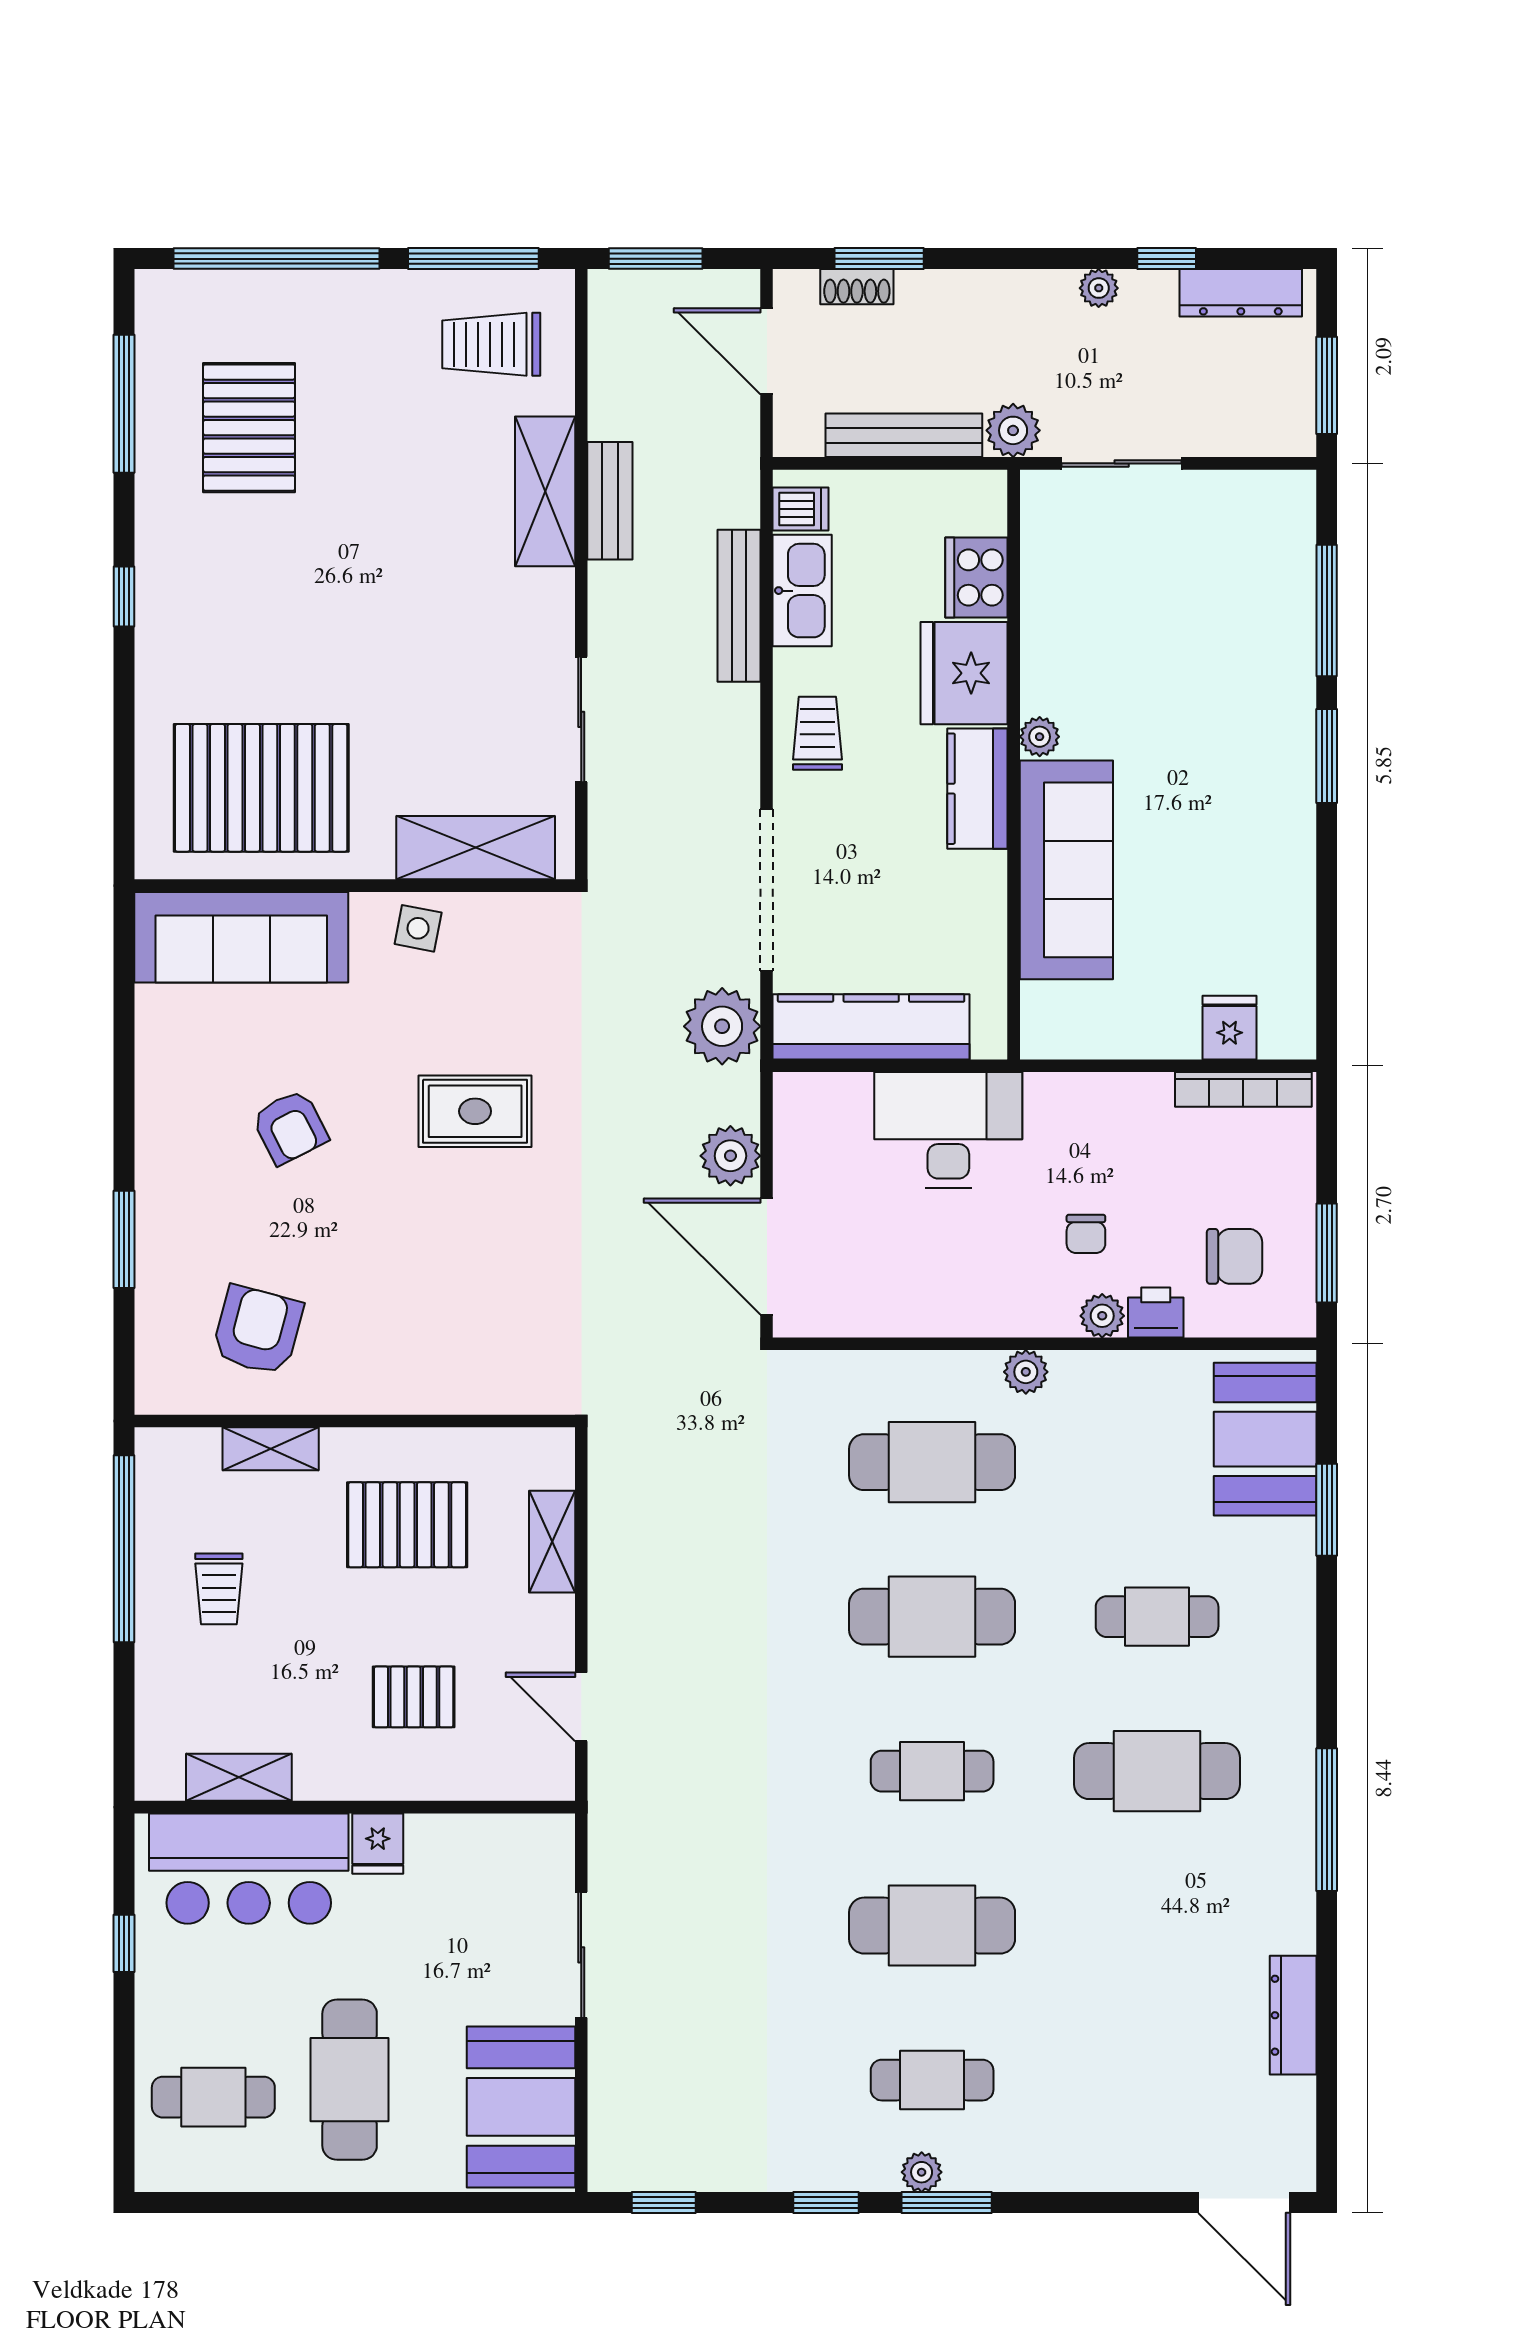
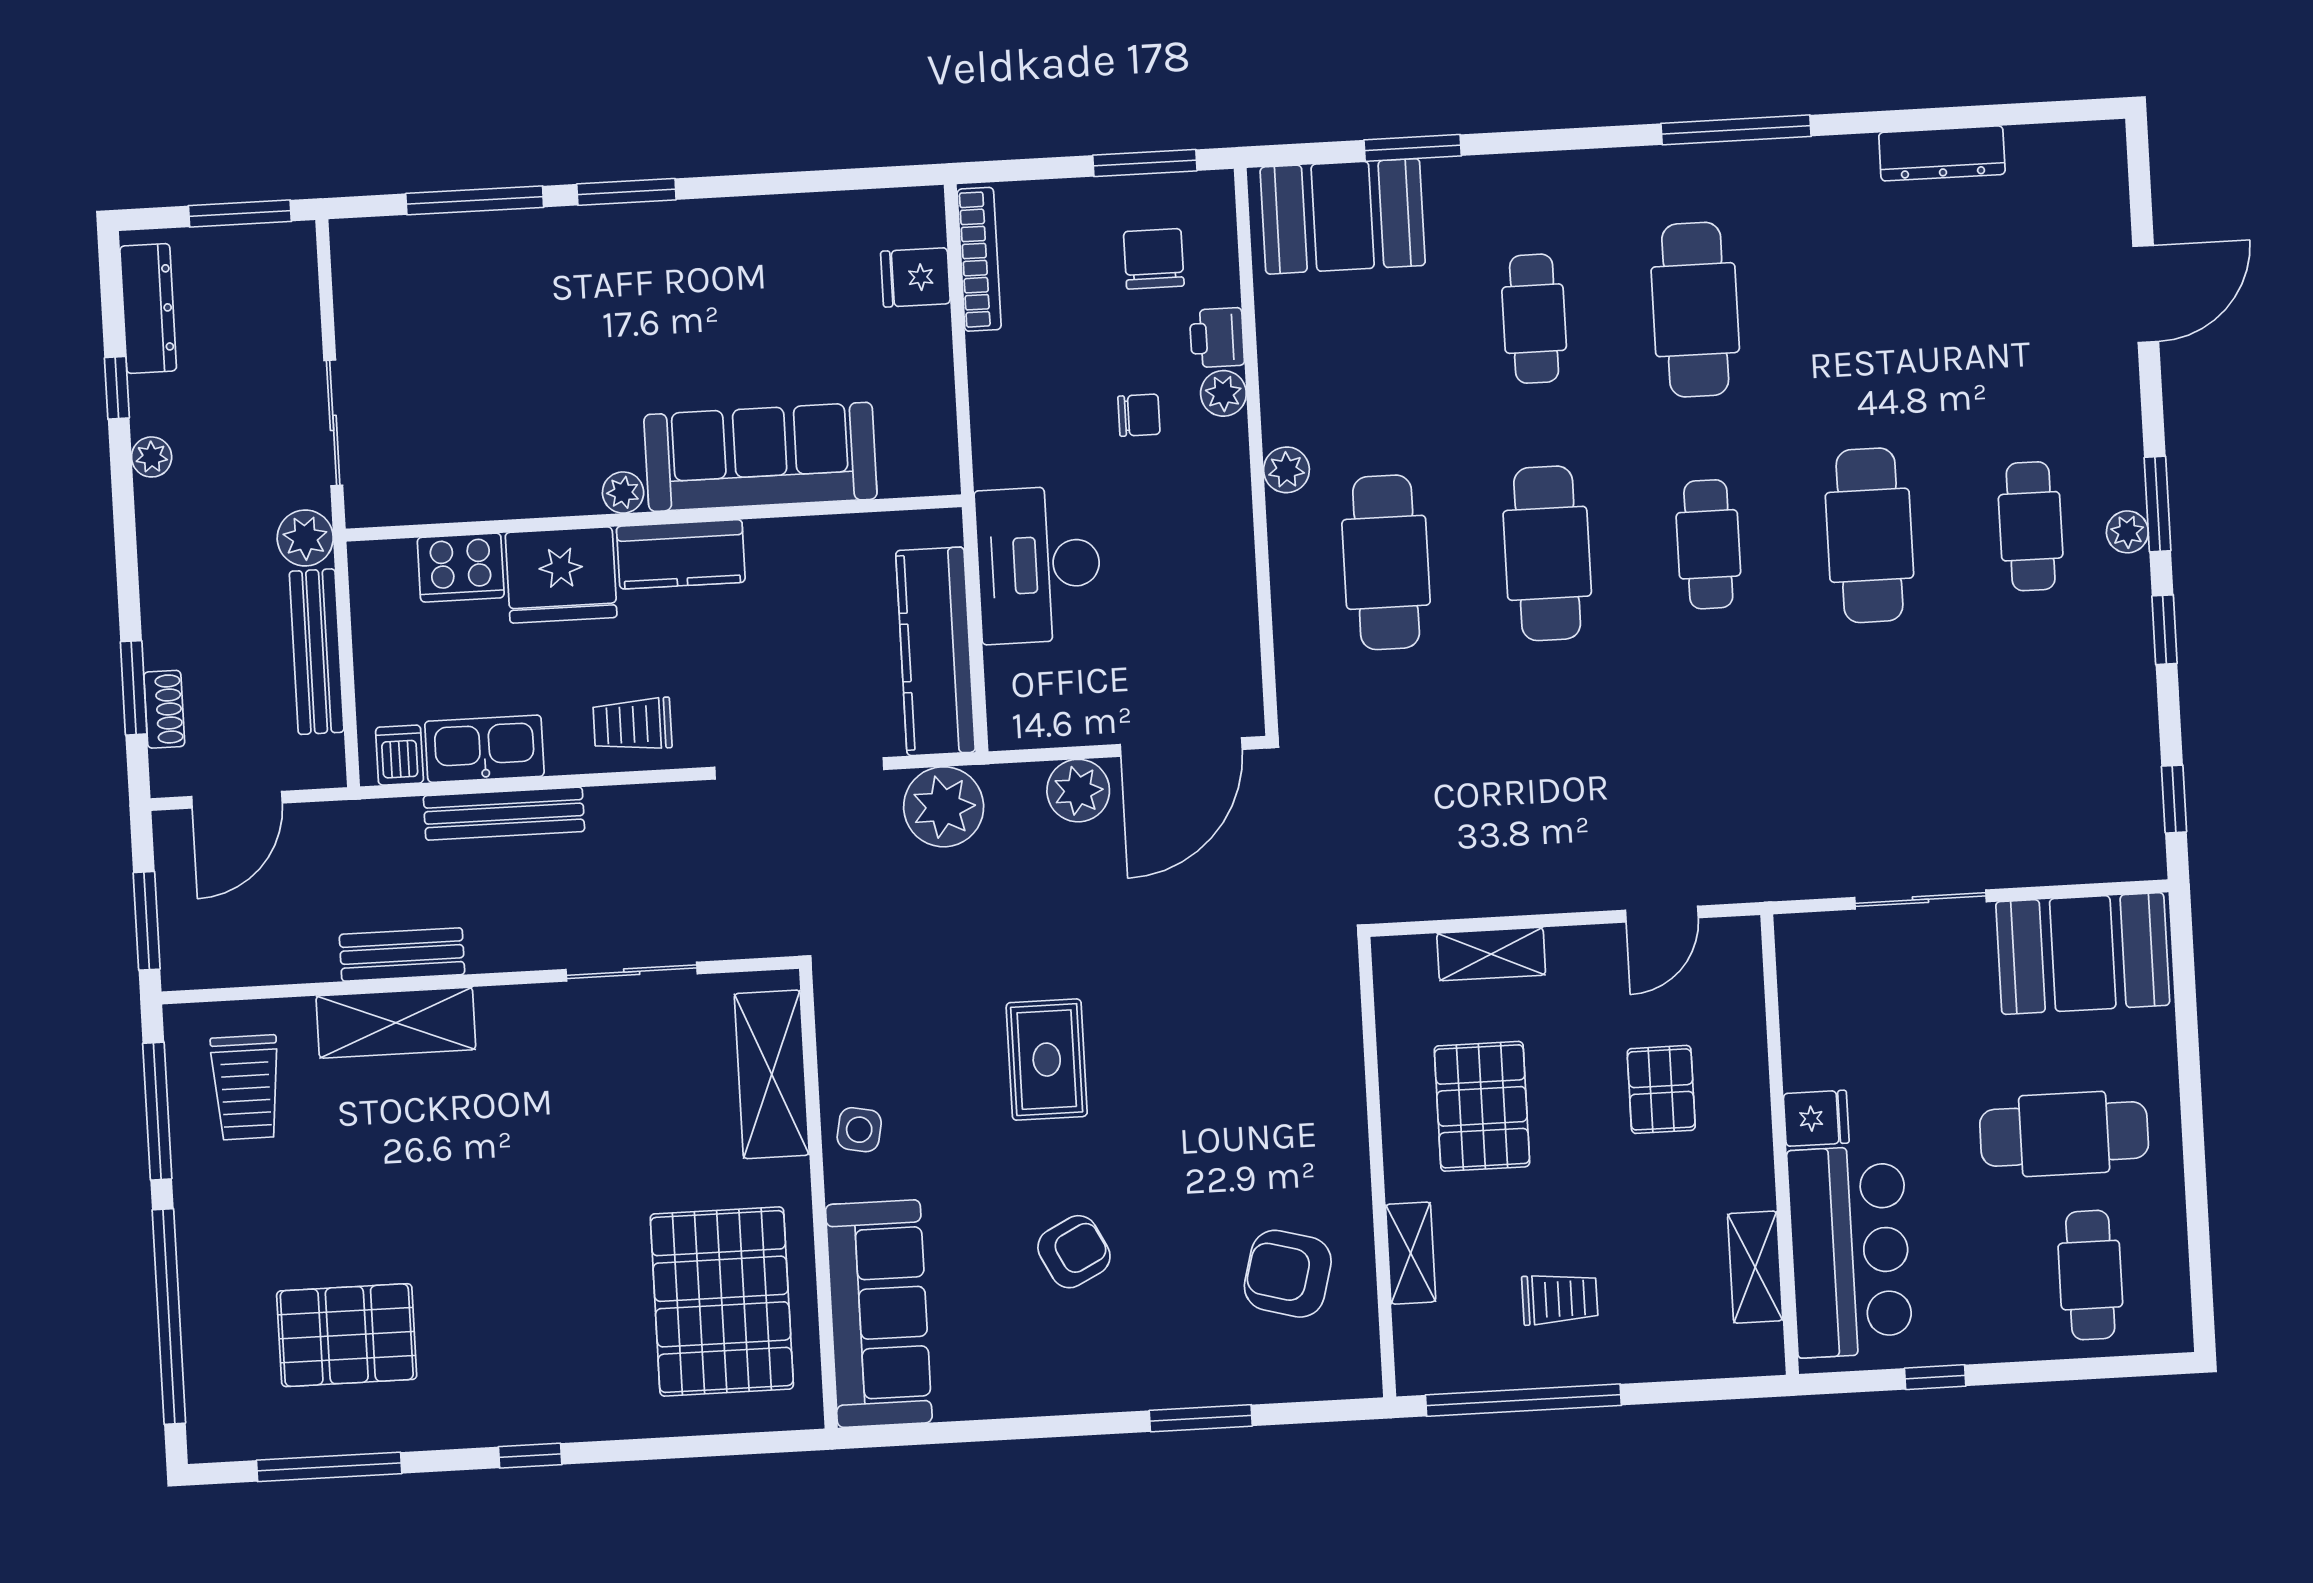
door: (1244, 2203) -> (2146, 294), moved

